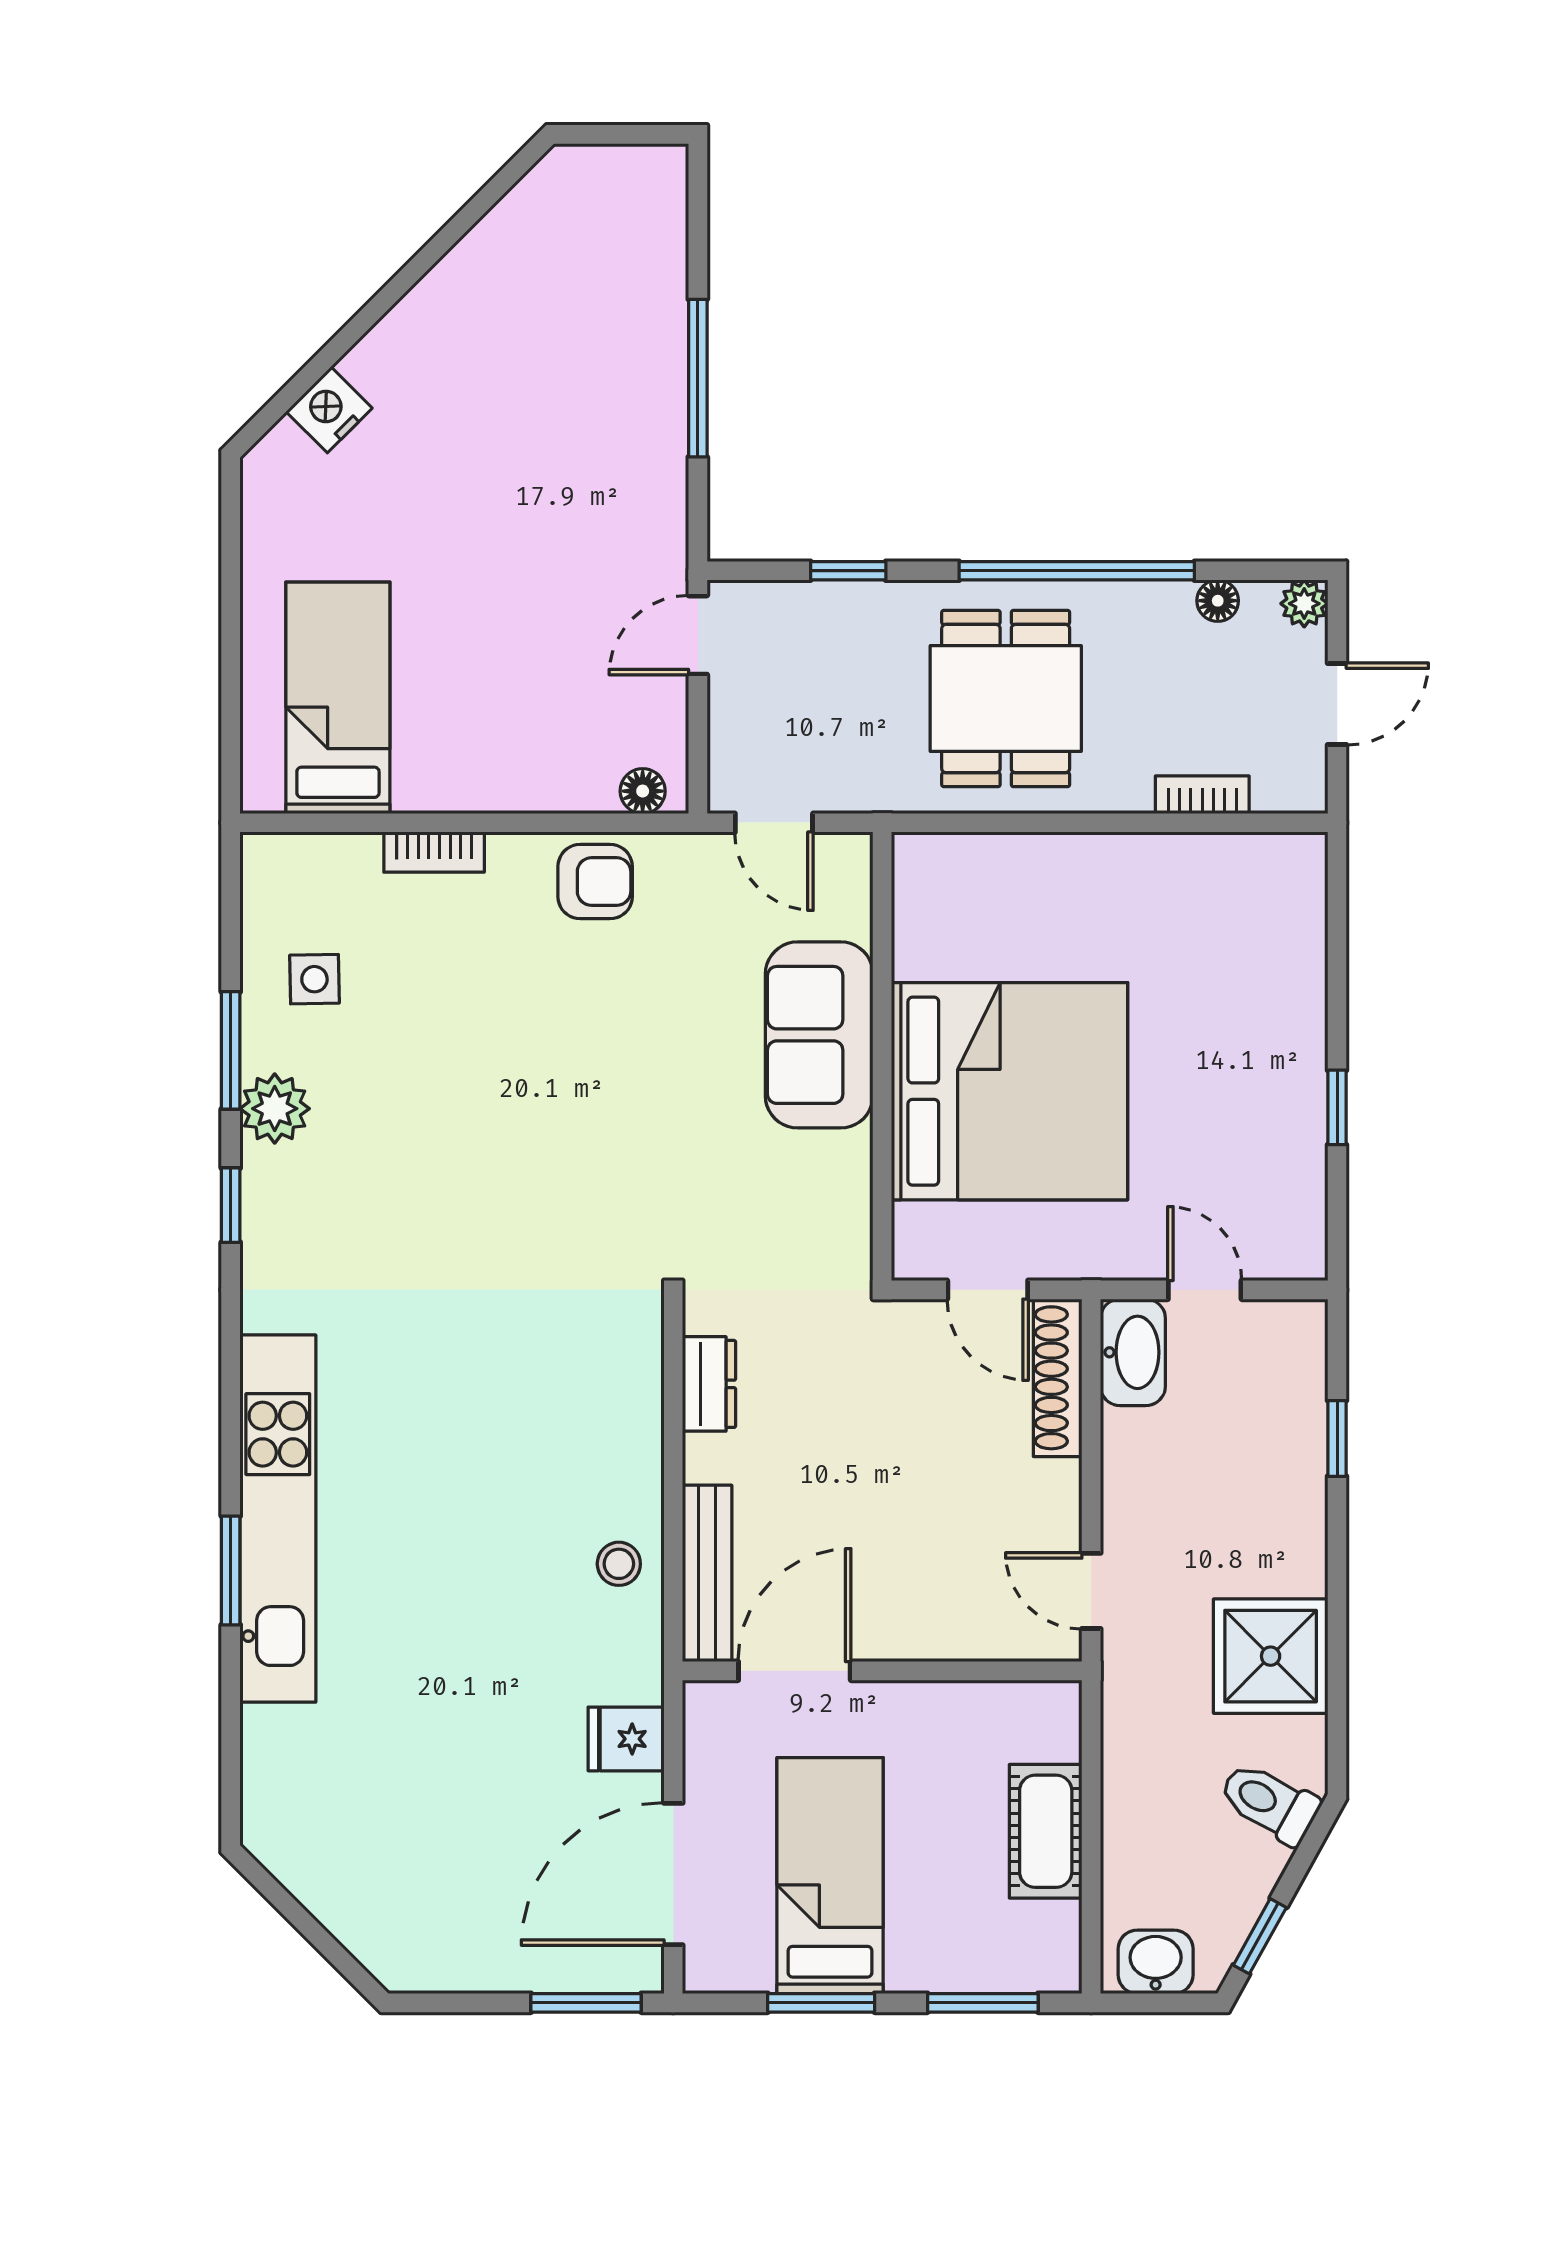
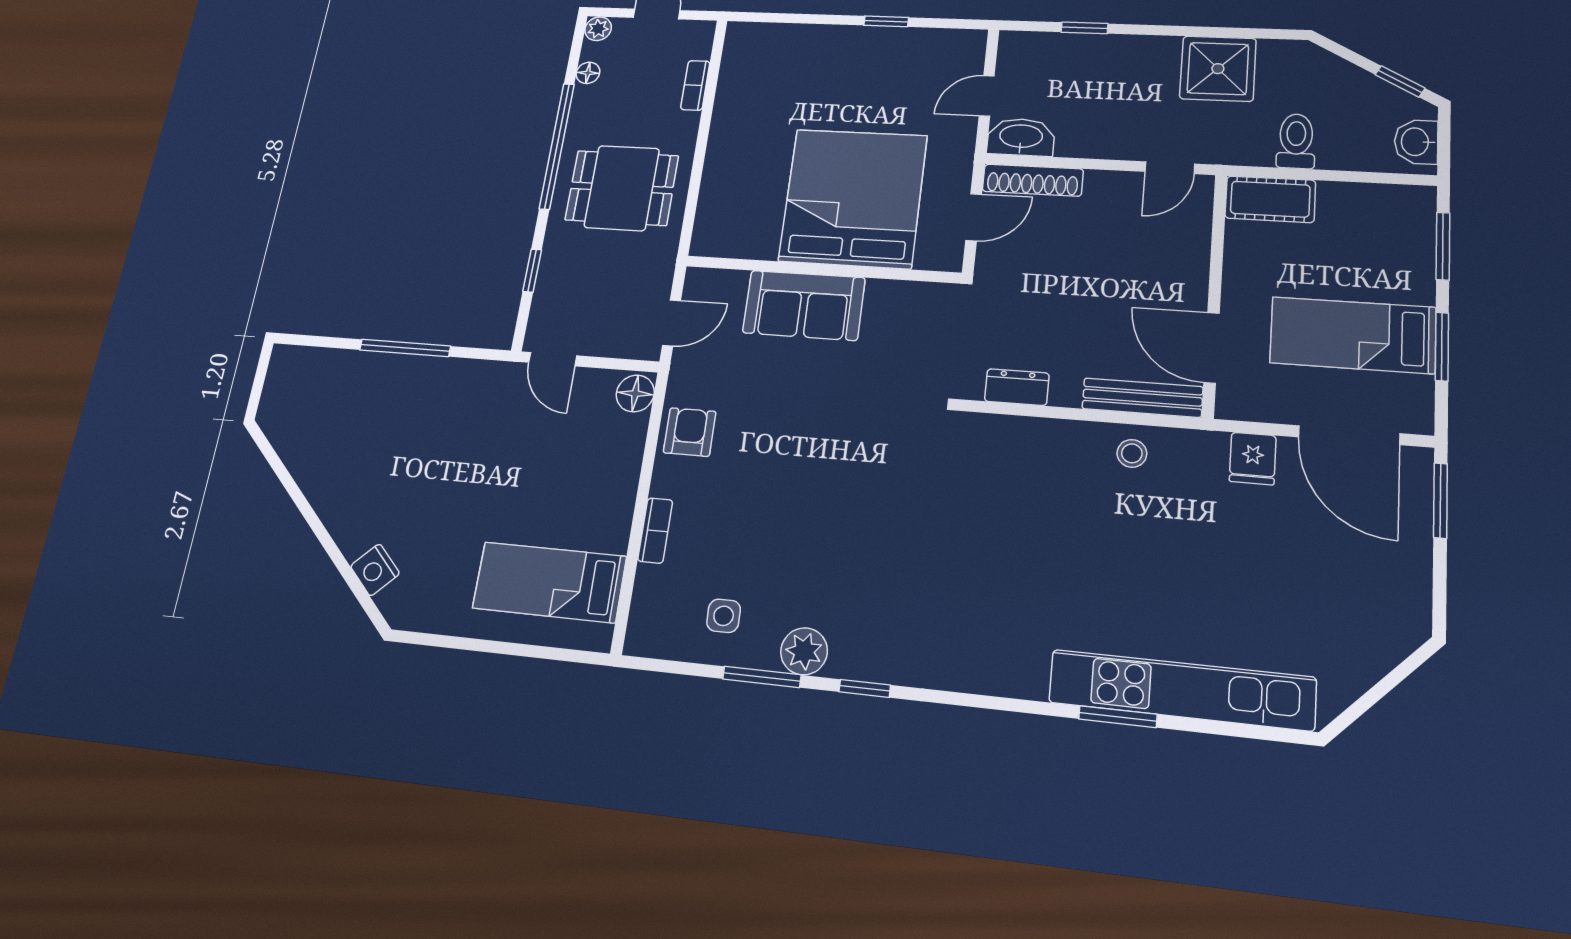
floor lamp: (643, 791) -> (635, 393), width x1.37, depth x1.37
kitchen unit: (278, 1519) -> (1181, 690), moved
toilet: (1269, 1803) -> (1296, 141), moved, turned 151
cot: (1046, 1831) -> (1270, 199), moved

